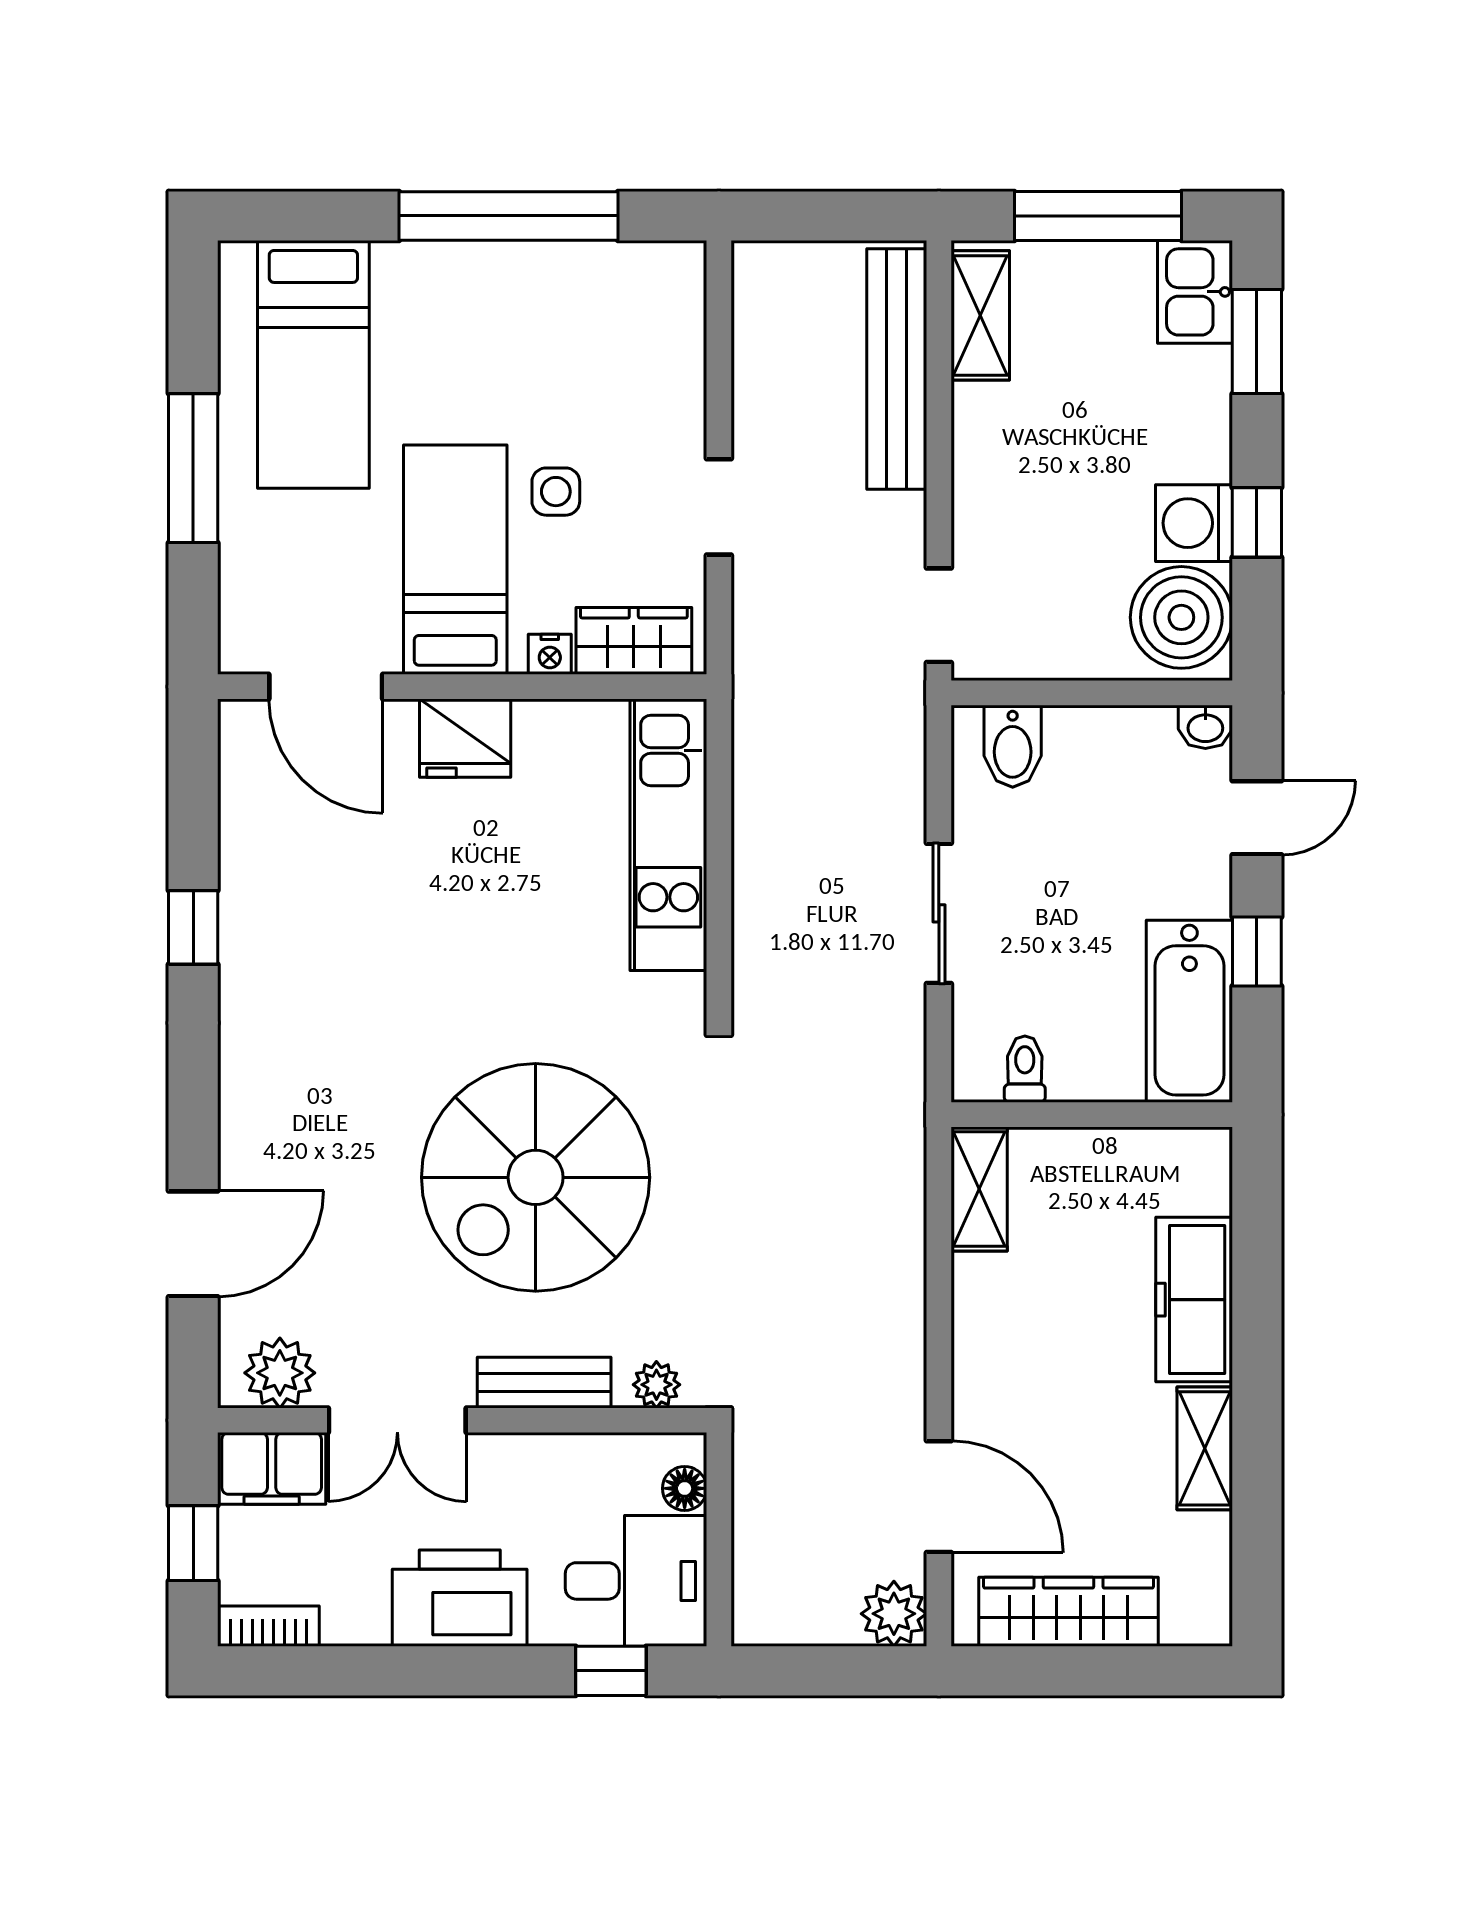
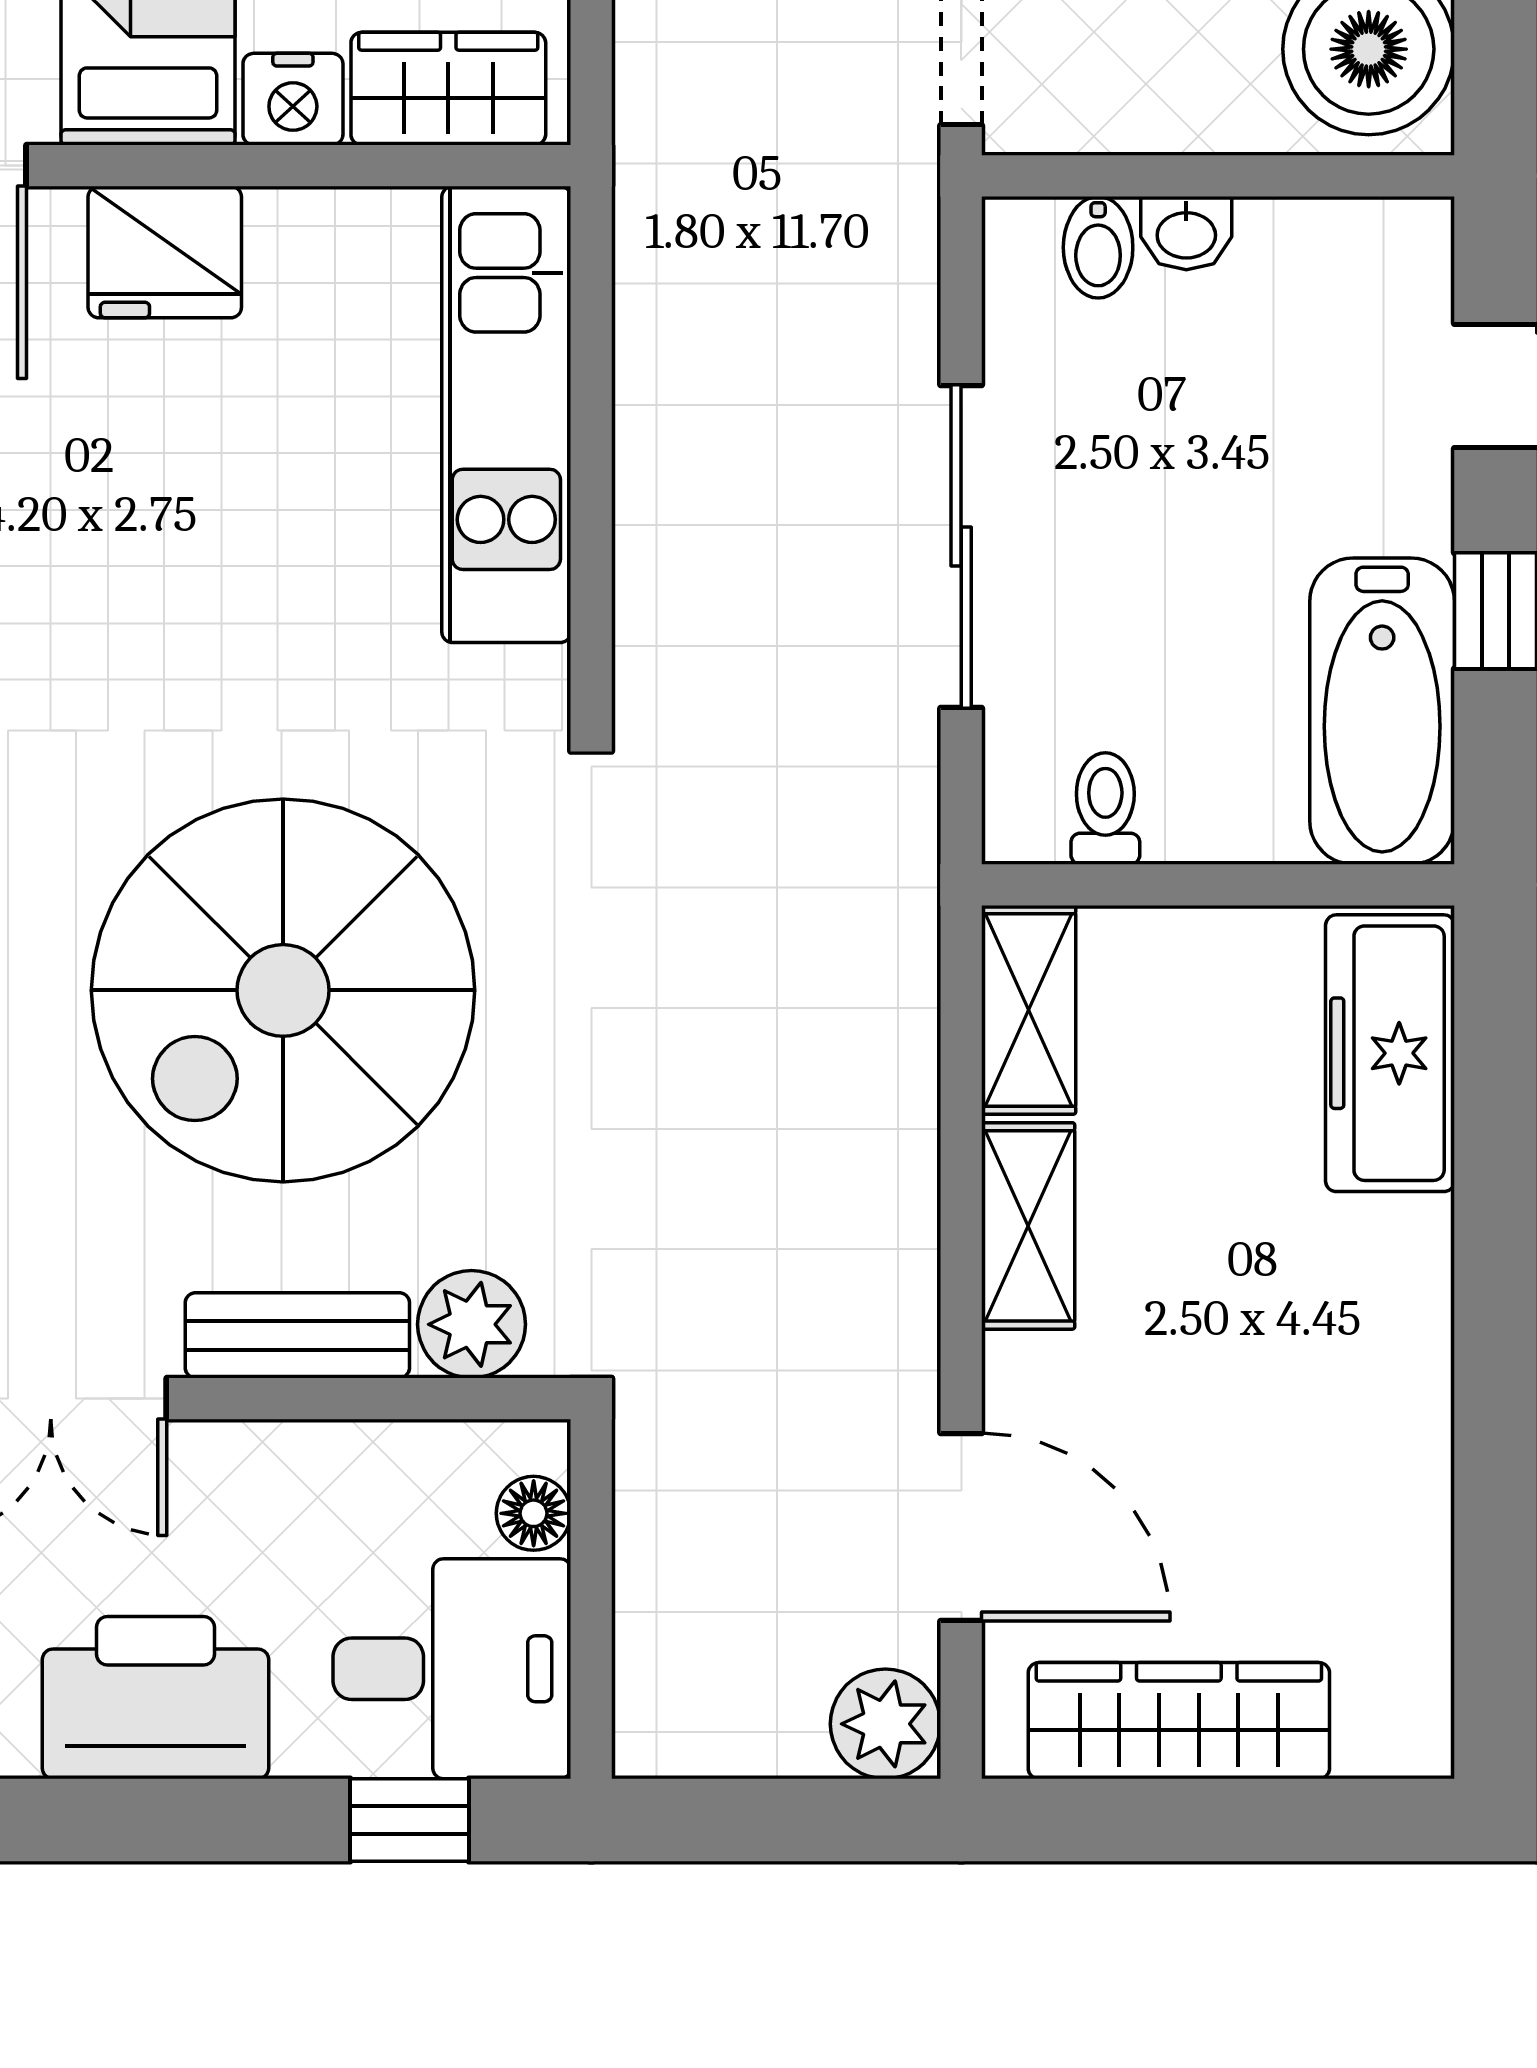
nightstand: (550, 654) -> (293, 99), width x1.39, depth x1.35
washbasin: (1205, 727) -> (1186, 233), moved
bidet: (1013, 746) -> (1098, 247), width x0.72, depth x0.74
sliding door: (939, 913) -> (961, 547), width x1.37
freezer: (1194, 1300) -> (1390, 1053), moved
plant: (656, 1385) -> (472, 1324), width x1.38, depth x1.38
shelving: (1205, 1448) -> (1028, 1226), moved

